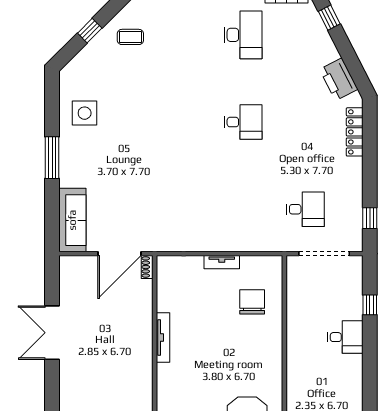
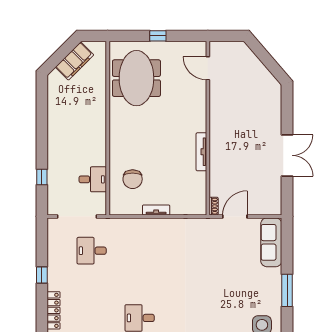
window: (370, 218) -> (42, 275), moved
door: (120, 254) -> (235, 216), width x0.73
desk: (345, 337) -> (93, 179), moved, turned 180

